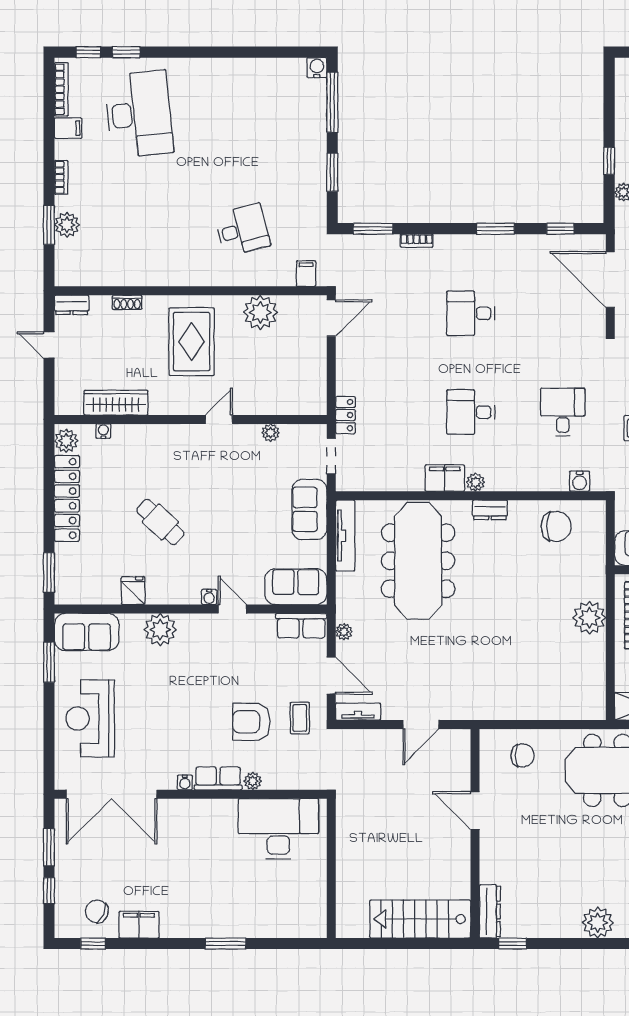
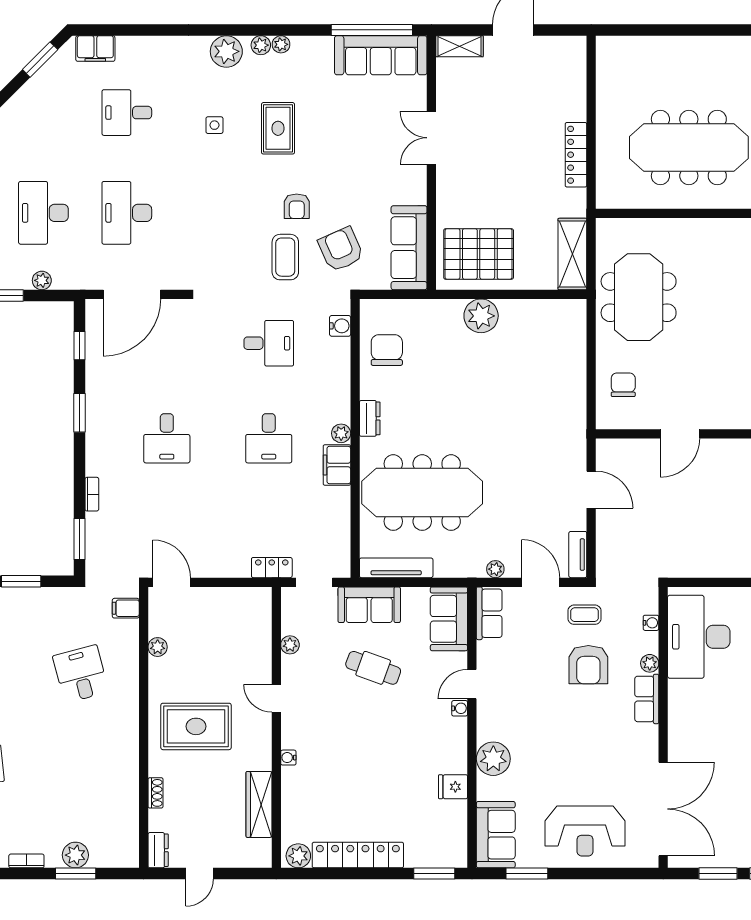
plant: (260, 312) -> (158, 647), width x0.53, depth x0.53
desk: (563, 412) -> (269, 343), turned 180
water cooler: (103, 431) -> (288, 758), moved
cafe table: (160, 522) -> (373, 668), moved, turned 67
door: (331, 676) -> (541, 582), hinge flipped
water cooler: (185, 782) -> (651, 623), moved

